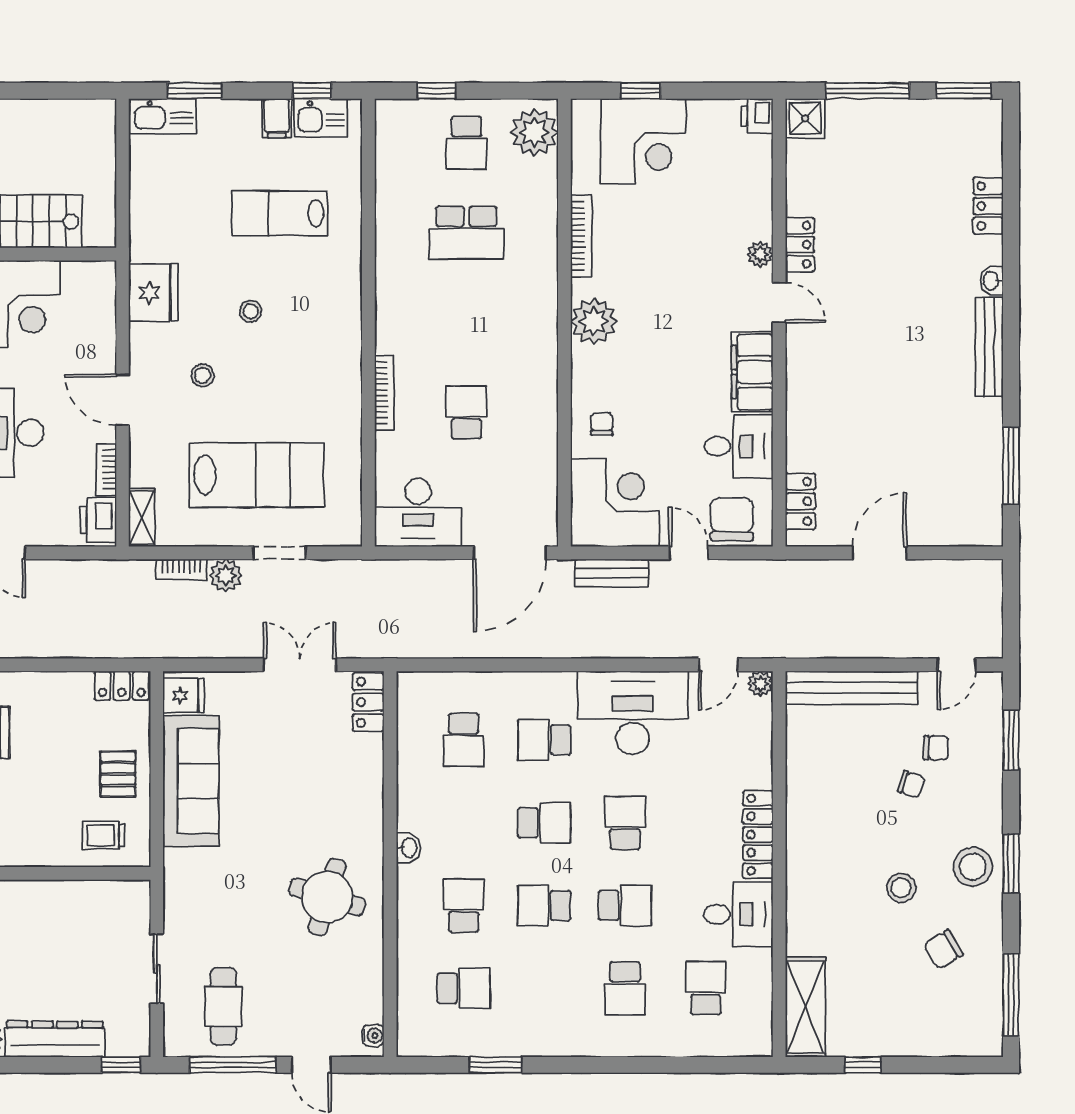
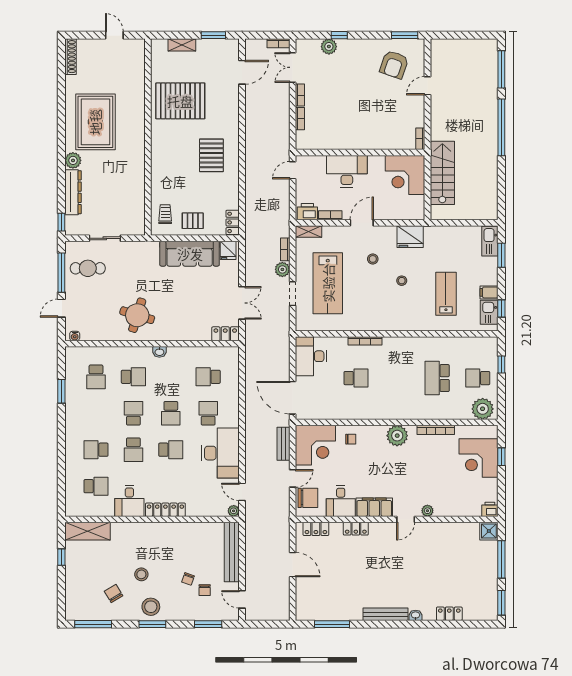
locker: (800, 245) -> (356, 529), moved

